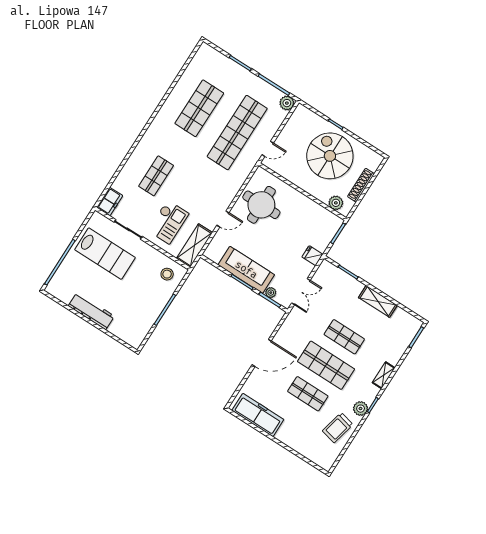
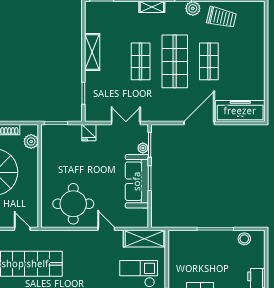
stool: (167, 274) -> (244, 239), moved
door: (262, 353) -> (199, 123), hinge flipped
freezer: (258, 415) -> (240, 111), moved, turned 90

